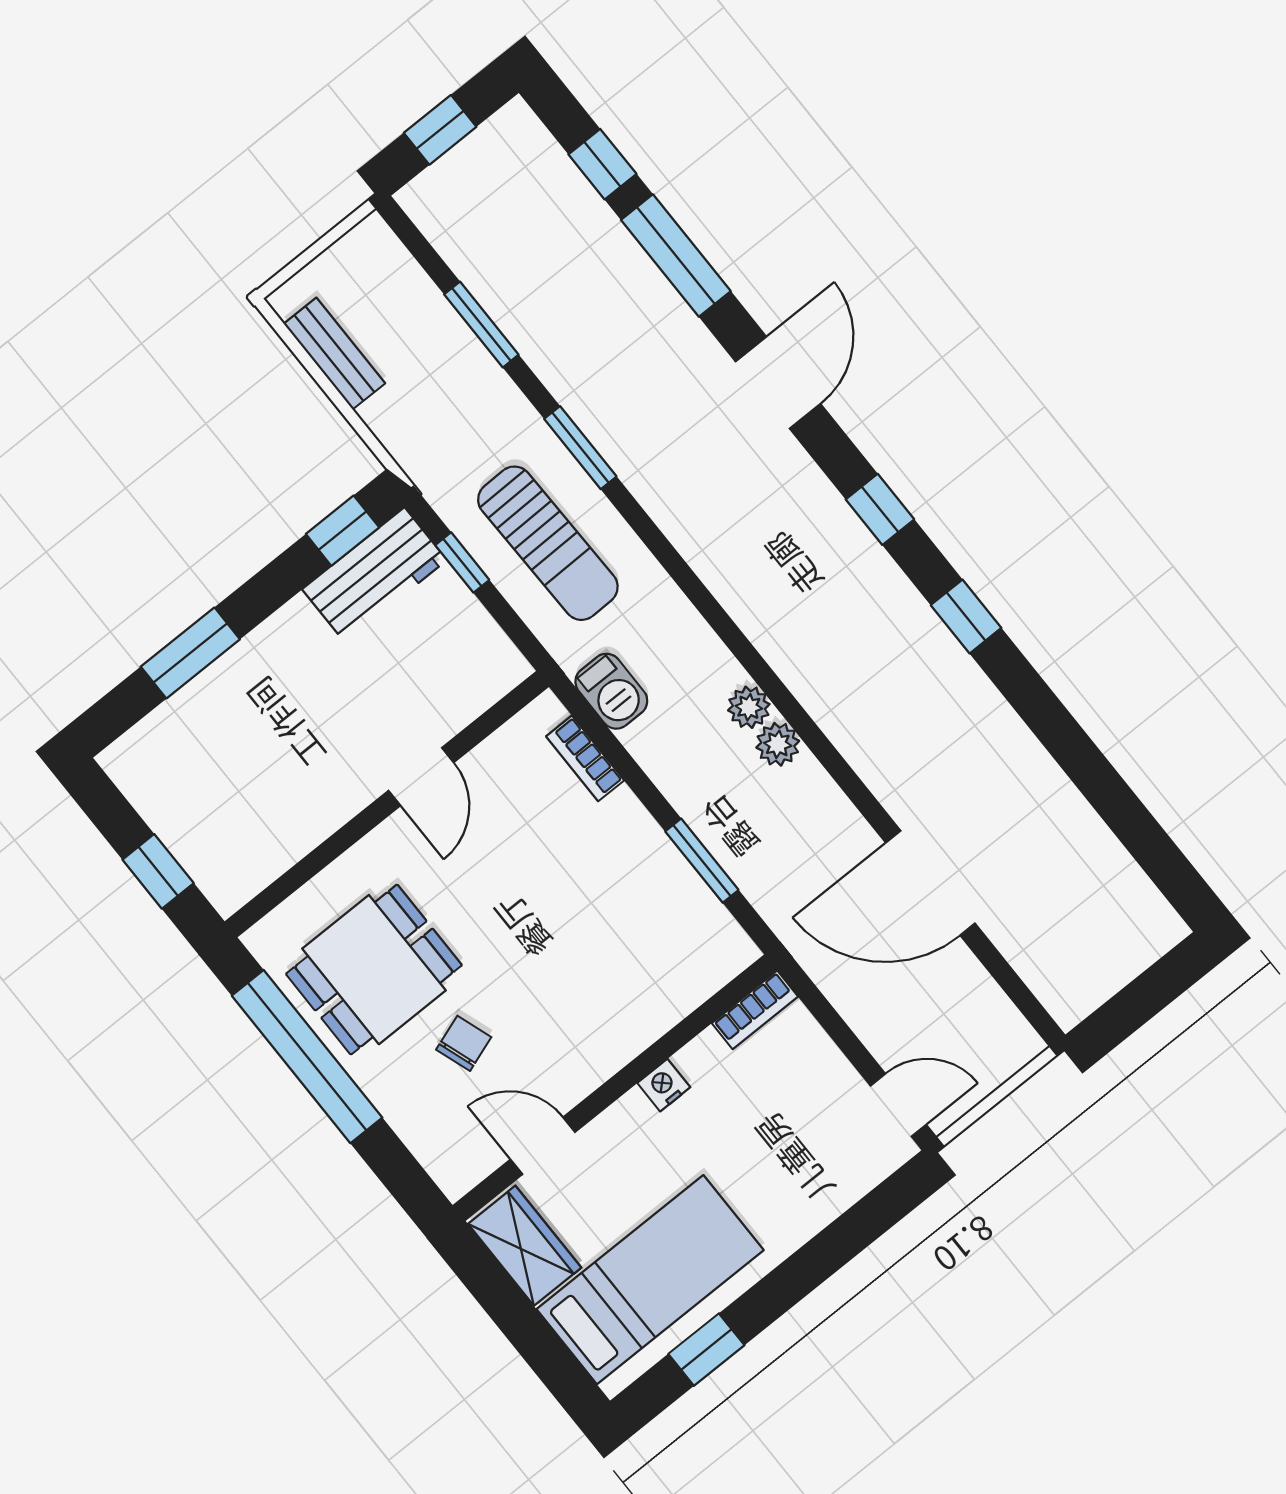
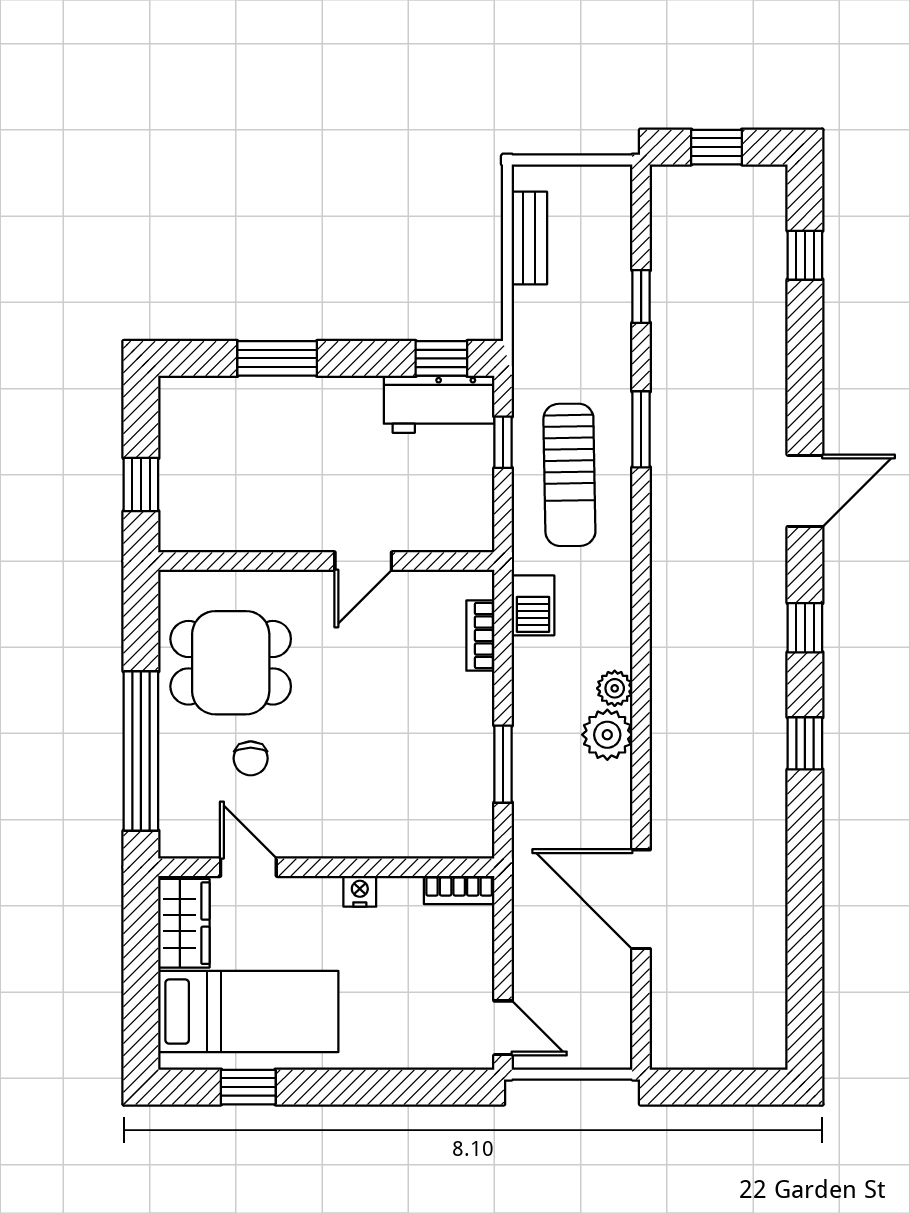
window: (676, 256) -> (805, 354), removed
window: (481, 325) -> (641, 297), width x0.67
plant: (778, 744) -> (607, 735), width x1.38, depth x1.38
chair: (464, 1043) -> (251, 758), turned 109
window: (307, 1057) -> (141, 751), moved

